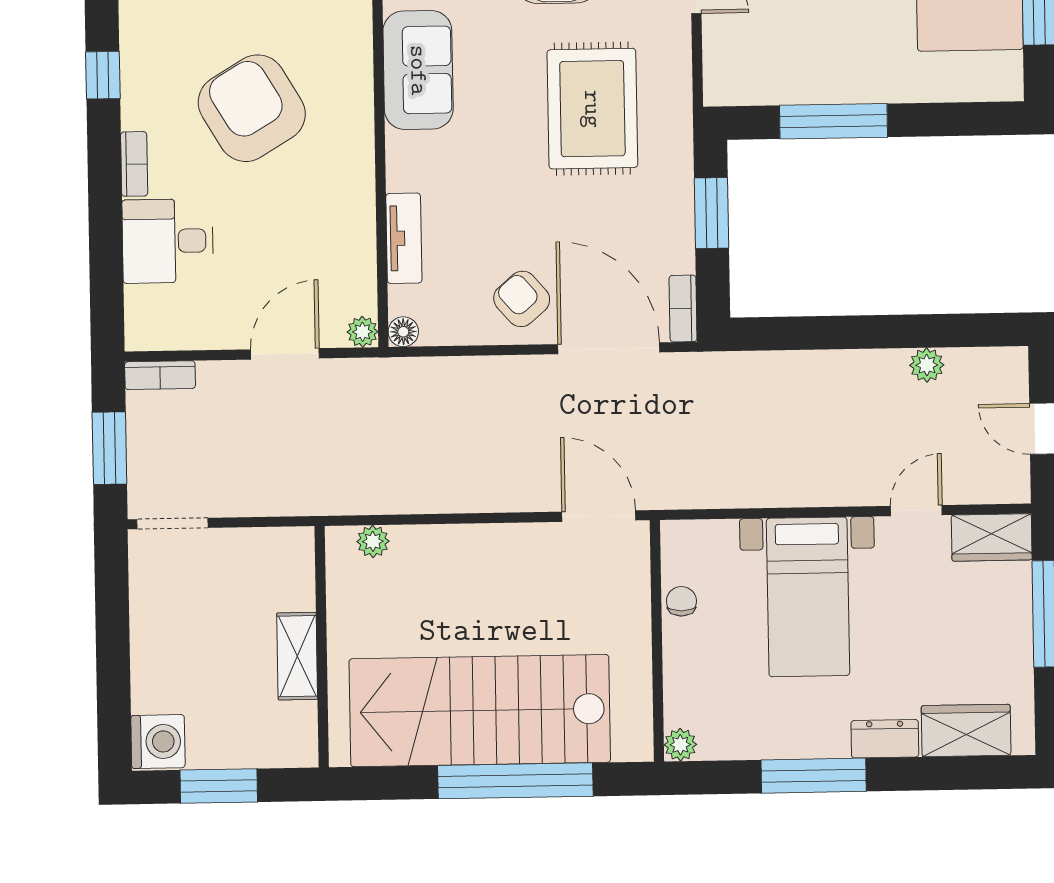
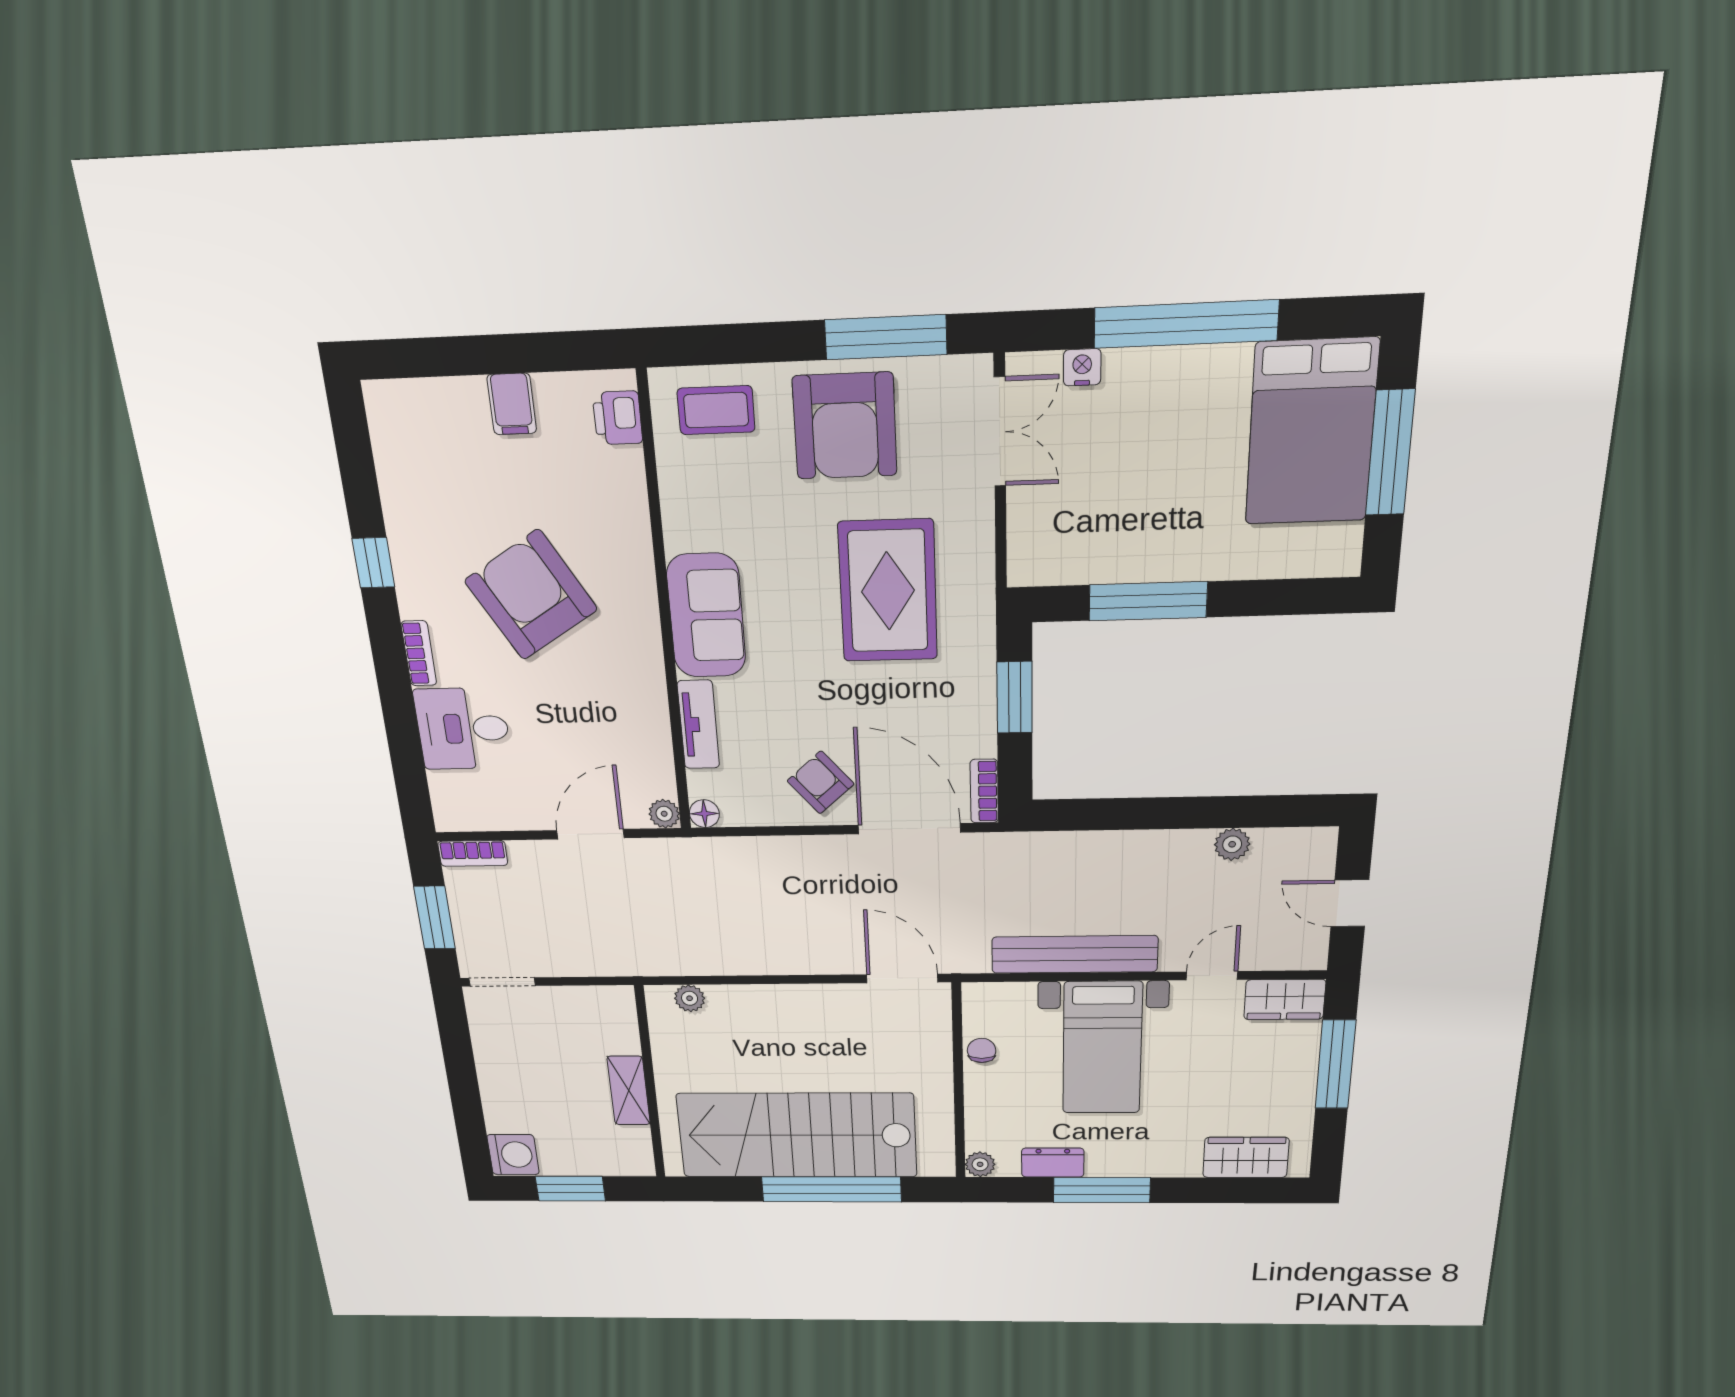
sofa: (418, 70) -> (706, 616), moved
bench: (776, 487) -> (1075, 954), added
dresser: (885, 739) -> (1053, 1163), moved

